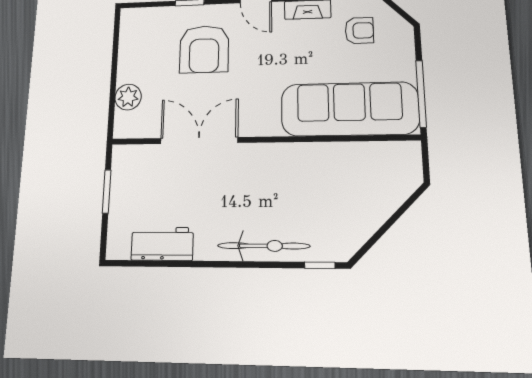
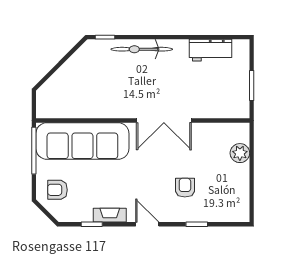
armchair: (359, 31) -> (57, 190), moved
armchair: (204, 49) -> (185, 188), width x0.53, depth x0.53
double door: (199, 141) -> (164, 121), moved

